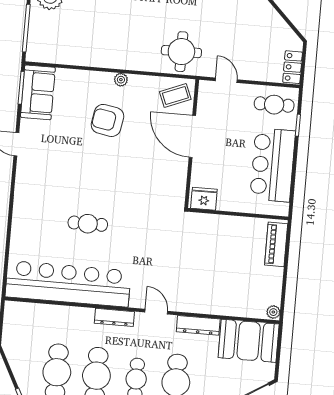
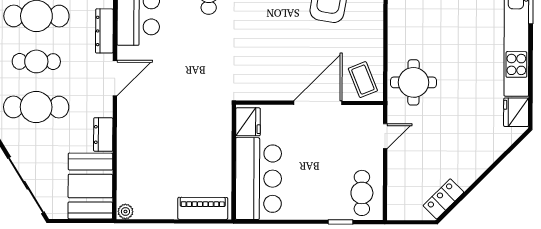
locker: (293, 67) -> (443, 199), moved, turned -45
plant: (121, 80) -> (376, 16), removed
bar counter: (273, 165) -> (258, 179), moved, turned 90
door: (156, 312) -> (115, 78), width x1.38
dresser: (198, 325) -> (103, 135), width x0.70

